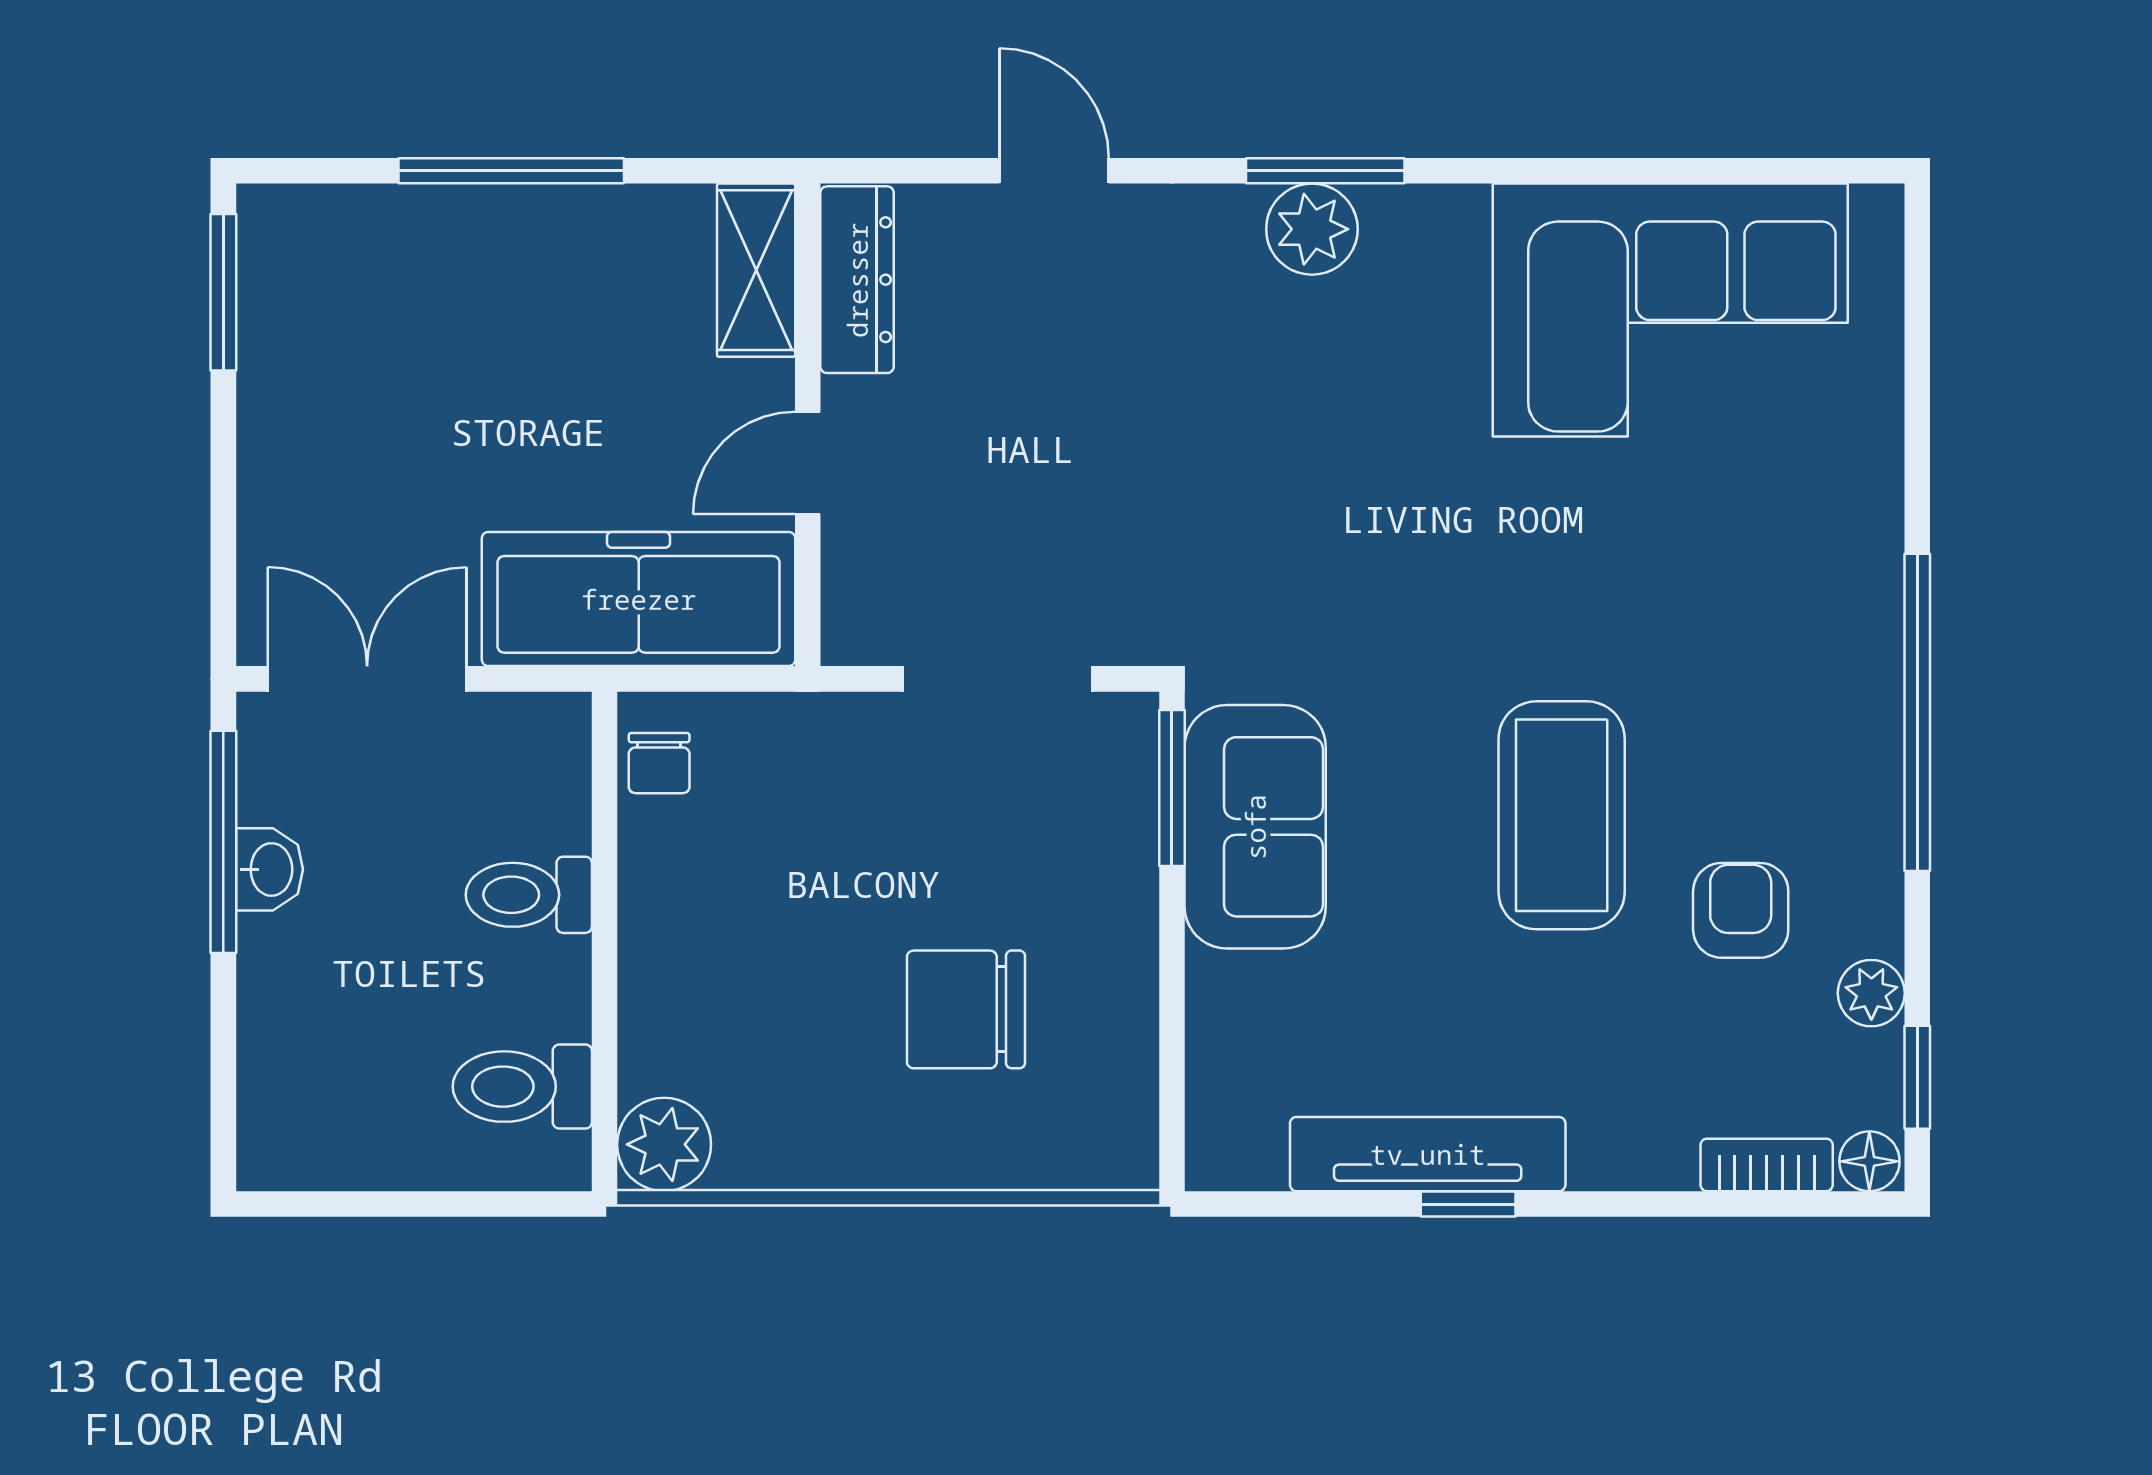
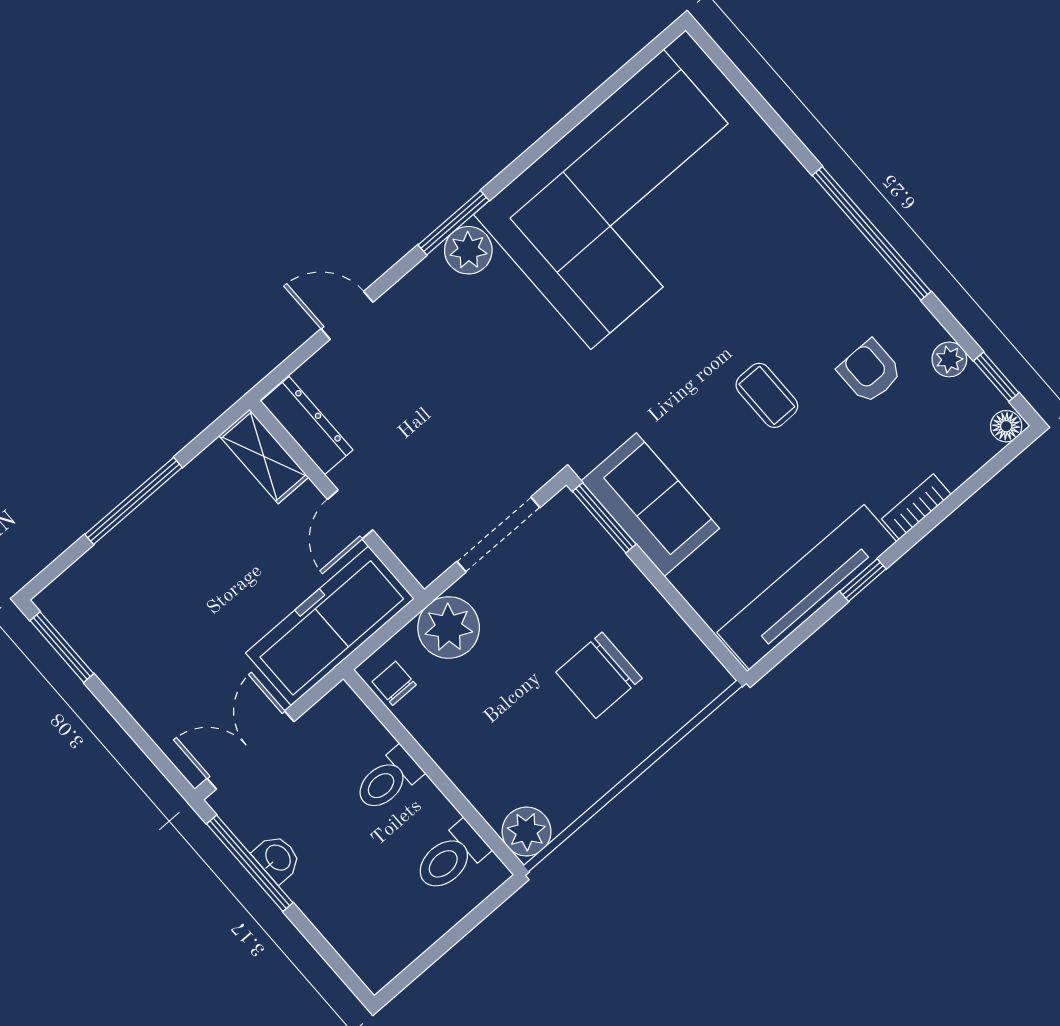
corner sofa: (1670, 310) -> (627, 199), width x1.36, depth x1.36
plant: (808, 751) -> (449, 628), added
chair: (659, 763) -> (394, 683), turned 180
coffee table: (1562, 815) -> (767, 395), width x0.54, depth x0.58
tv unit: (1428, 1154) -> (807, 587), width x1.36, depth x1.29
bookcase: (1767, 1165) -> (916, 507), moved

